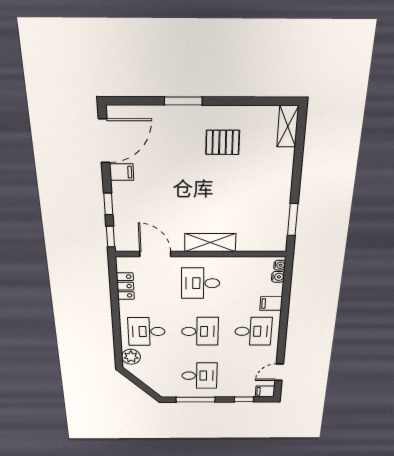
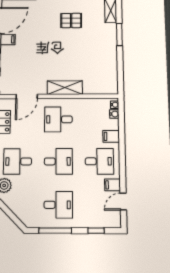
window: (293, 219) -> (119, 34), moved
door: (155, 254) -> (27, 96), swing flipped
filing cabinet: (265, 391) -> (113, 185), moved

